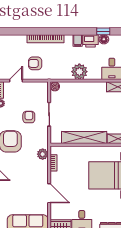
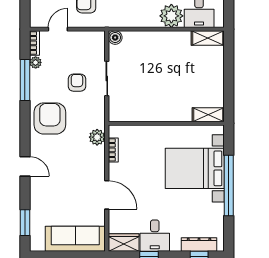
plant: (79, 72) -> (171, 16), moved
shelving: (84, 138) -> (158, 113), removed

